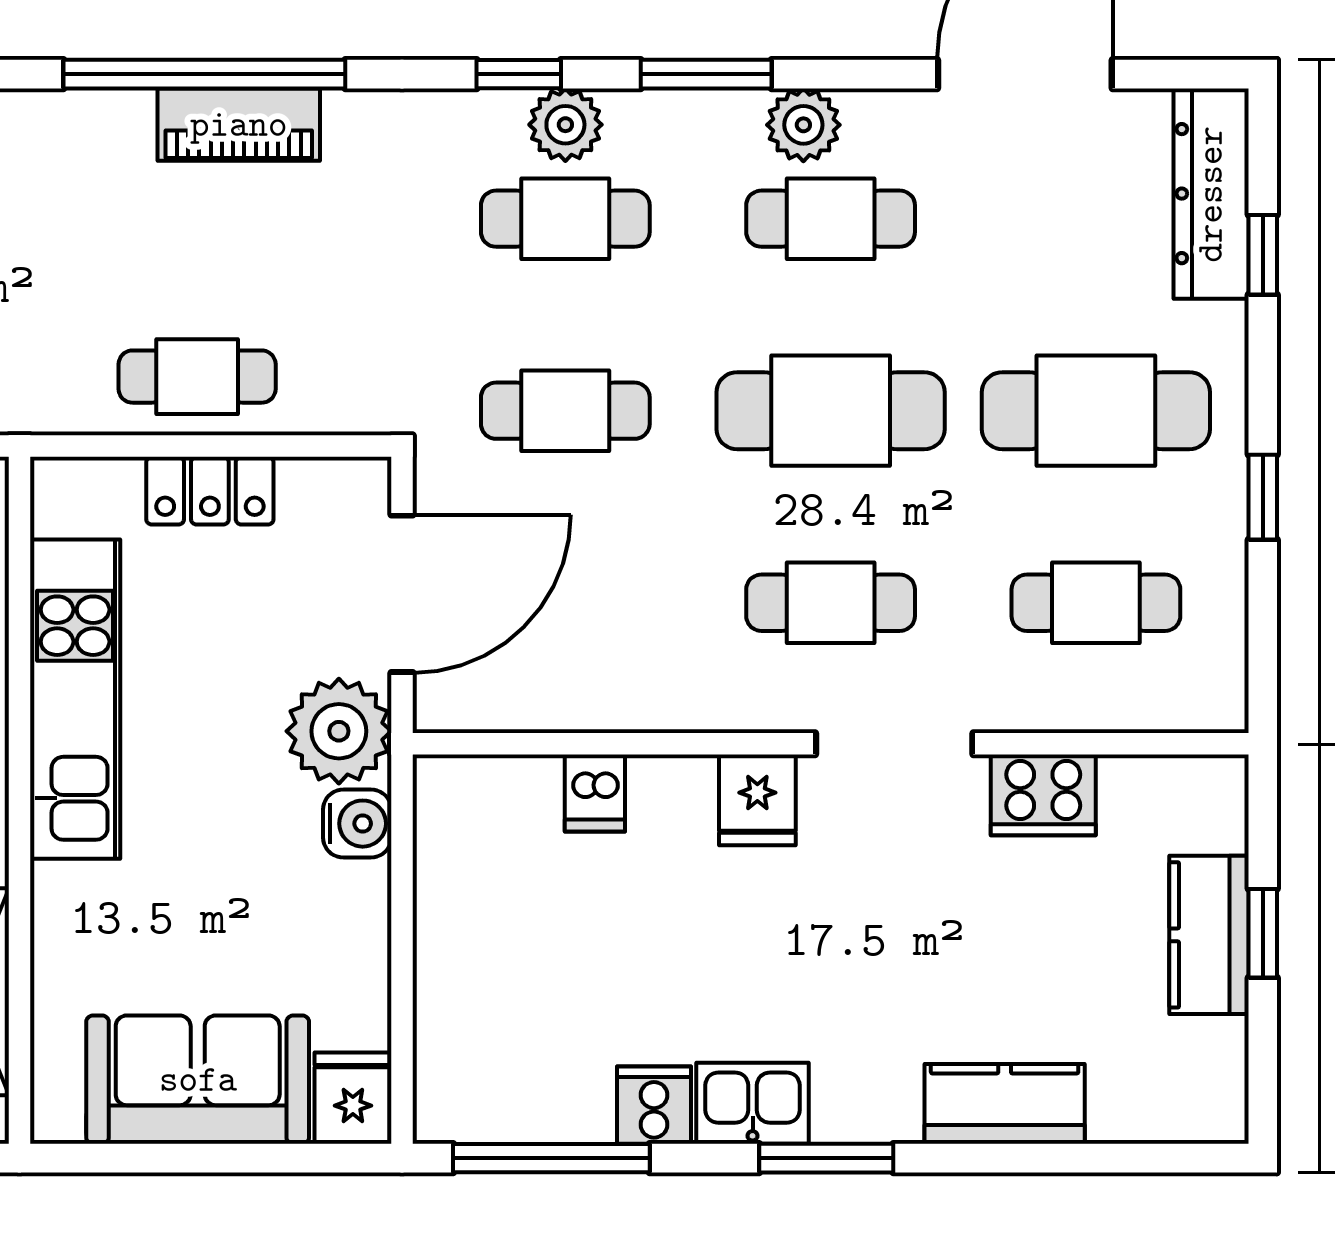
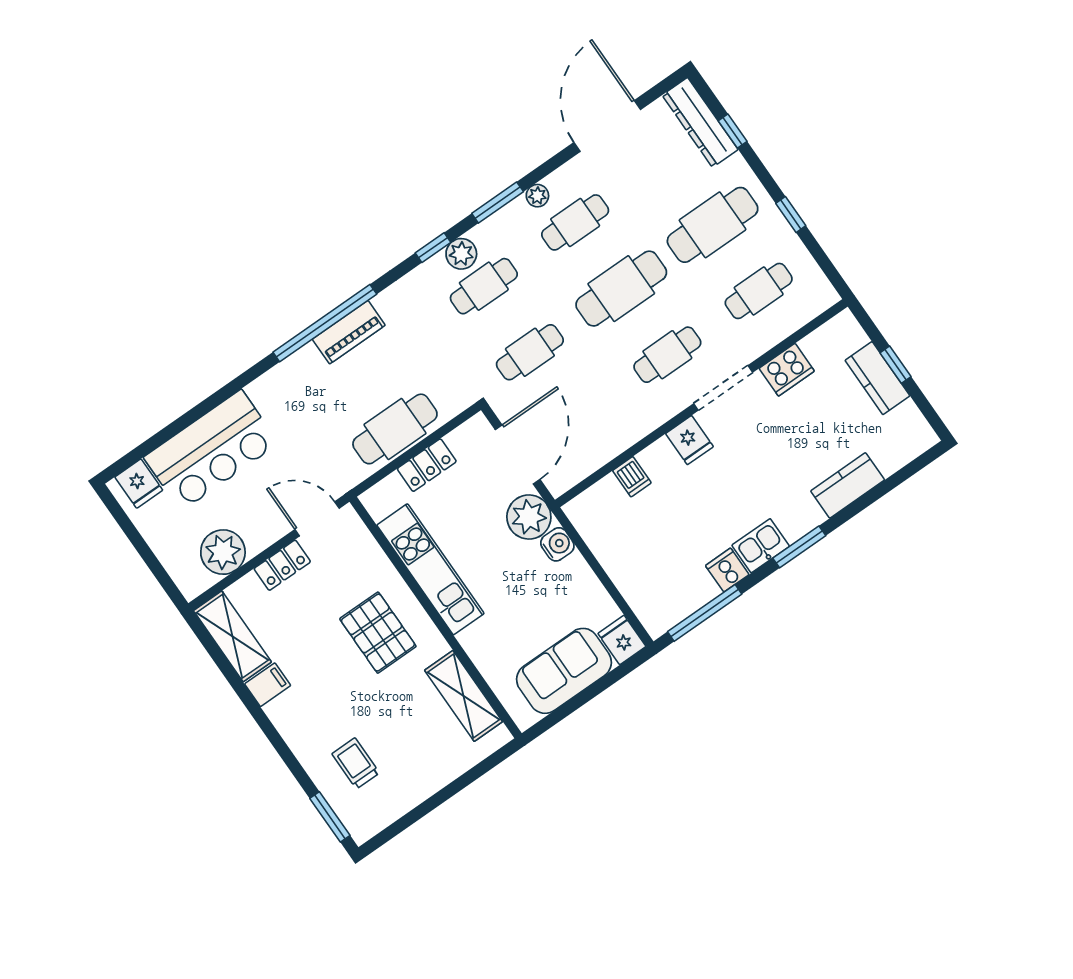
plant: (803, 125) -> (537, 196), width x0.73, depth x0.73
cafe table: (197, 377) -> (395, 429), width x1.37, depth x1.35

